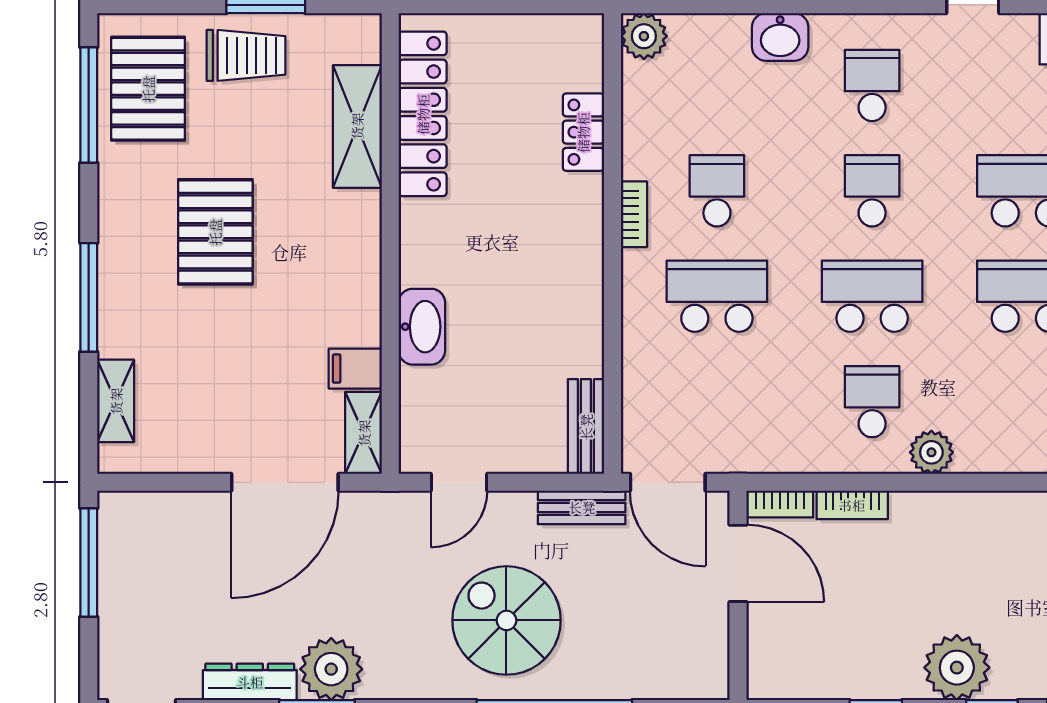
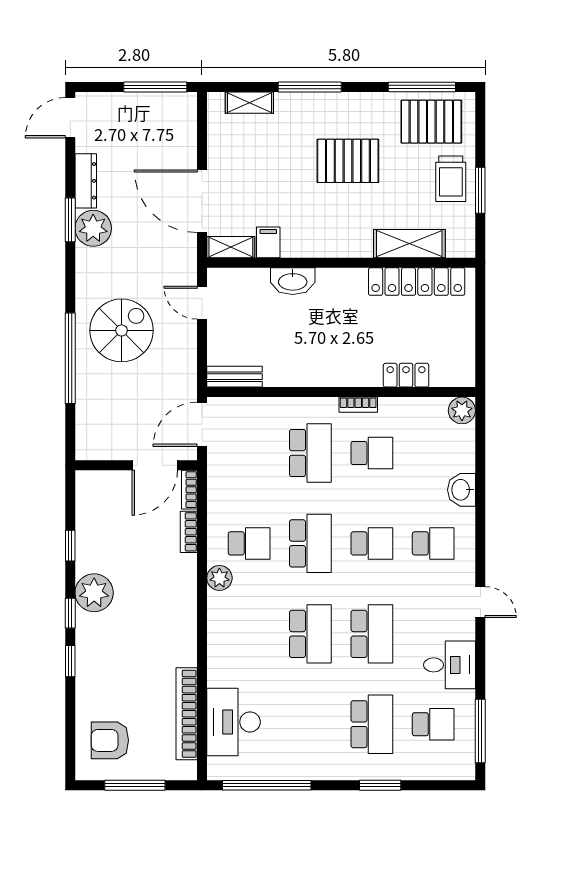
bench: (582, 507) -> (187, 374), removed

